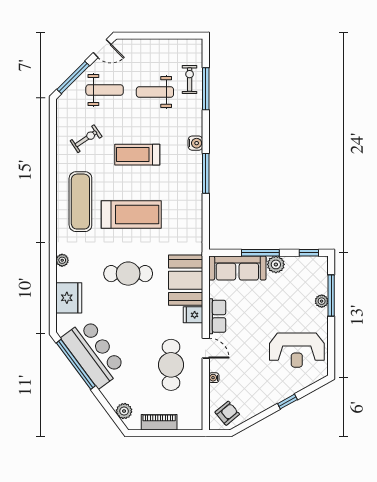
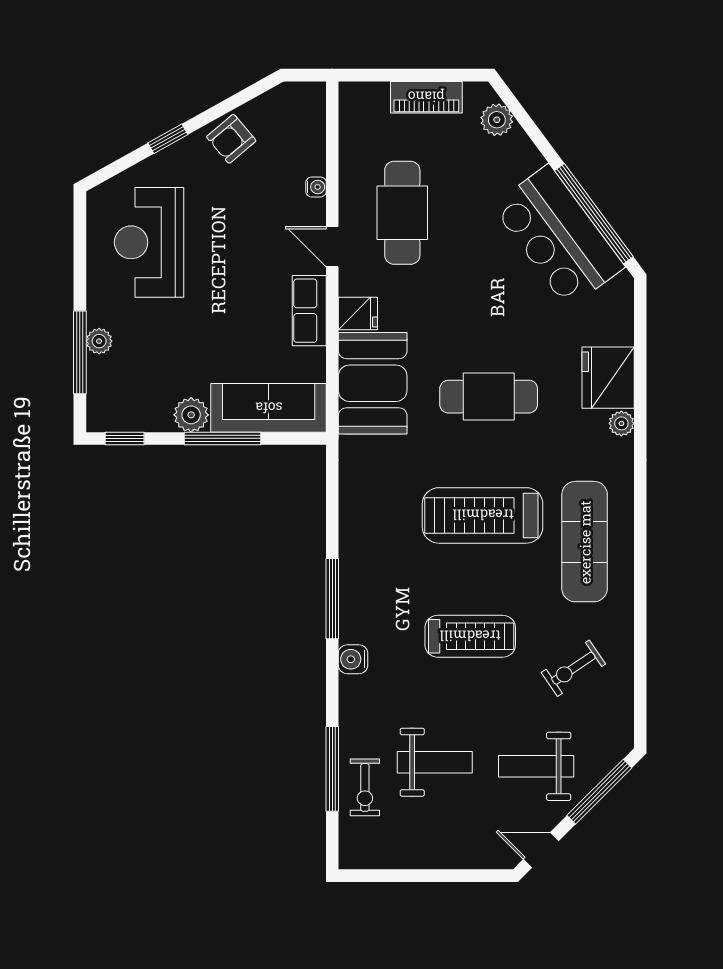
fridge: (69, 298) -> (608, 378), moved
reception desk: (297, 350) -> (149, 242), turned -90
armchair: (227, 413) -> (231, 139), moved

